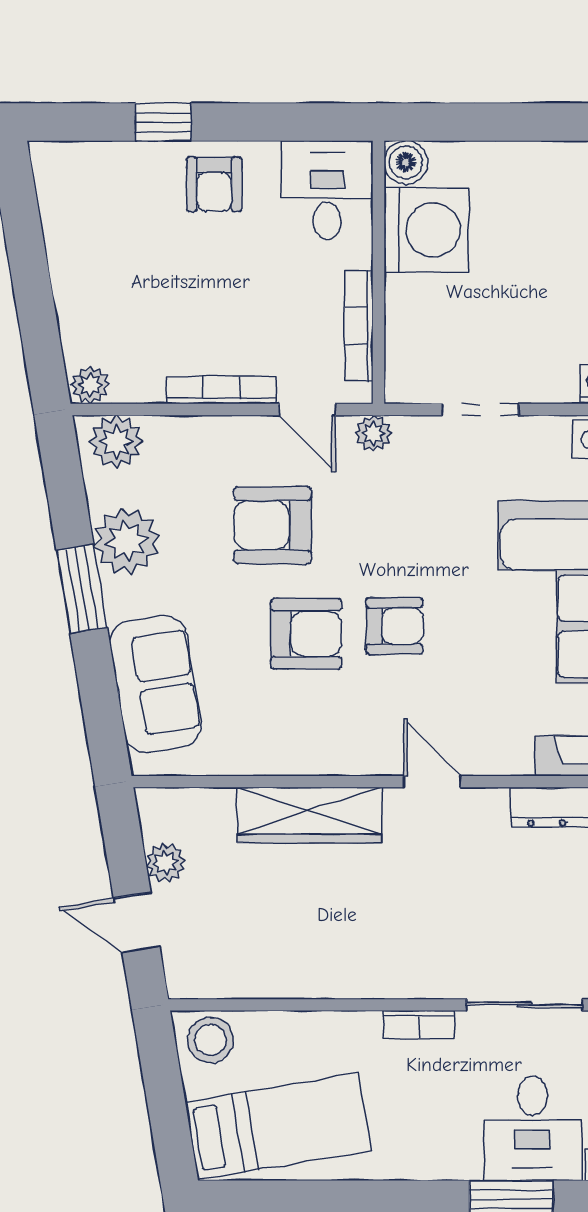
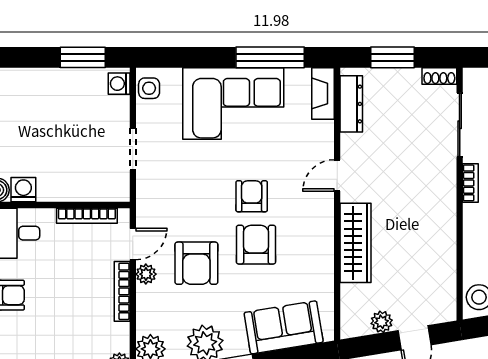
washing machine: (426, 230) -> (23, 190), width x0.53, depth x0.53
plant: (374, 433) -> (146, 274), moved

